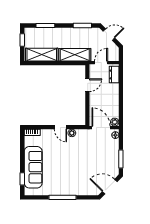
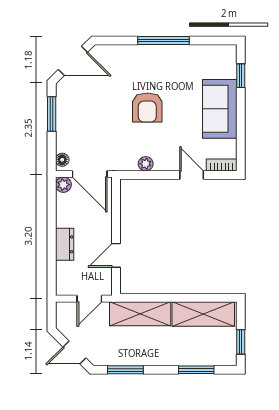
dresser: (114, 74) -> (65, 244), moved
door: (60, 127) -> (192, 175), moved
armchair: (71, 162) -> (147, 107), added
sofa: (33, 167) -> (220, 109), width x0.73

